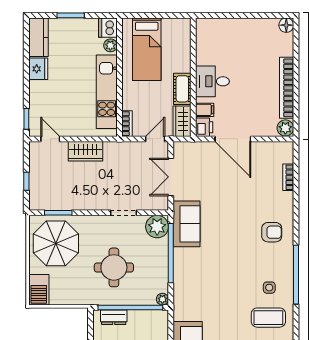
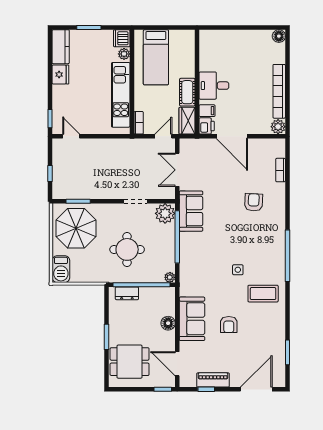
wardrobe: (86, 151) -> (102, 147), removed
armchair: (272, 232) -> (254, 202), moved, turned -87
side table: (269, 288) -> (238, 270), moved

